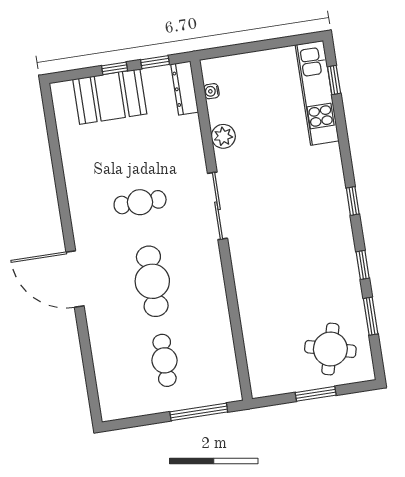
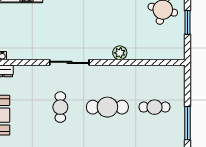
plant: (223, 136) -> (120, 53), moved
window: (199, 412) -> (188, 123), moved

